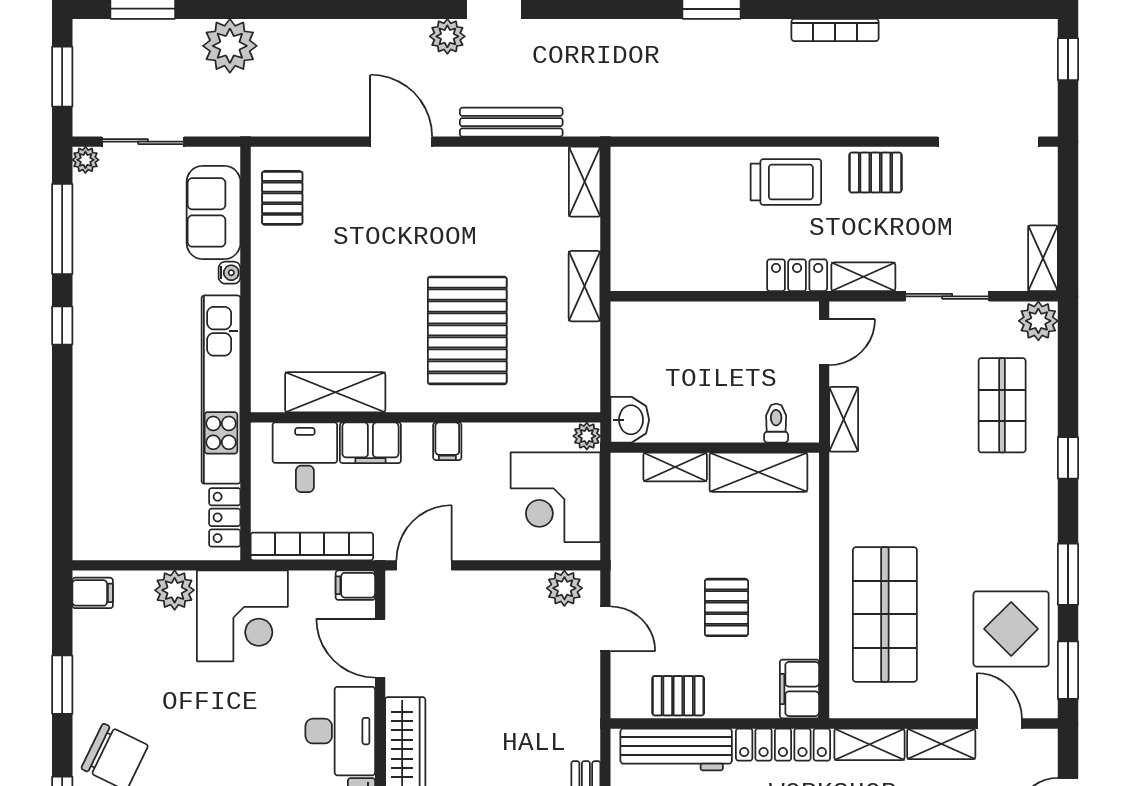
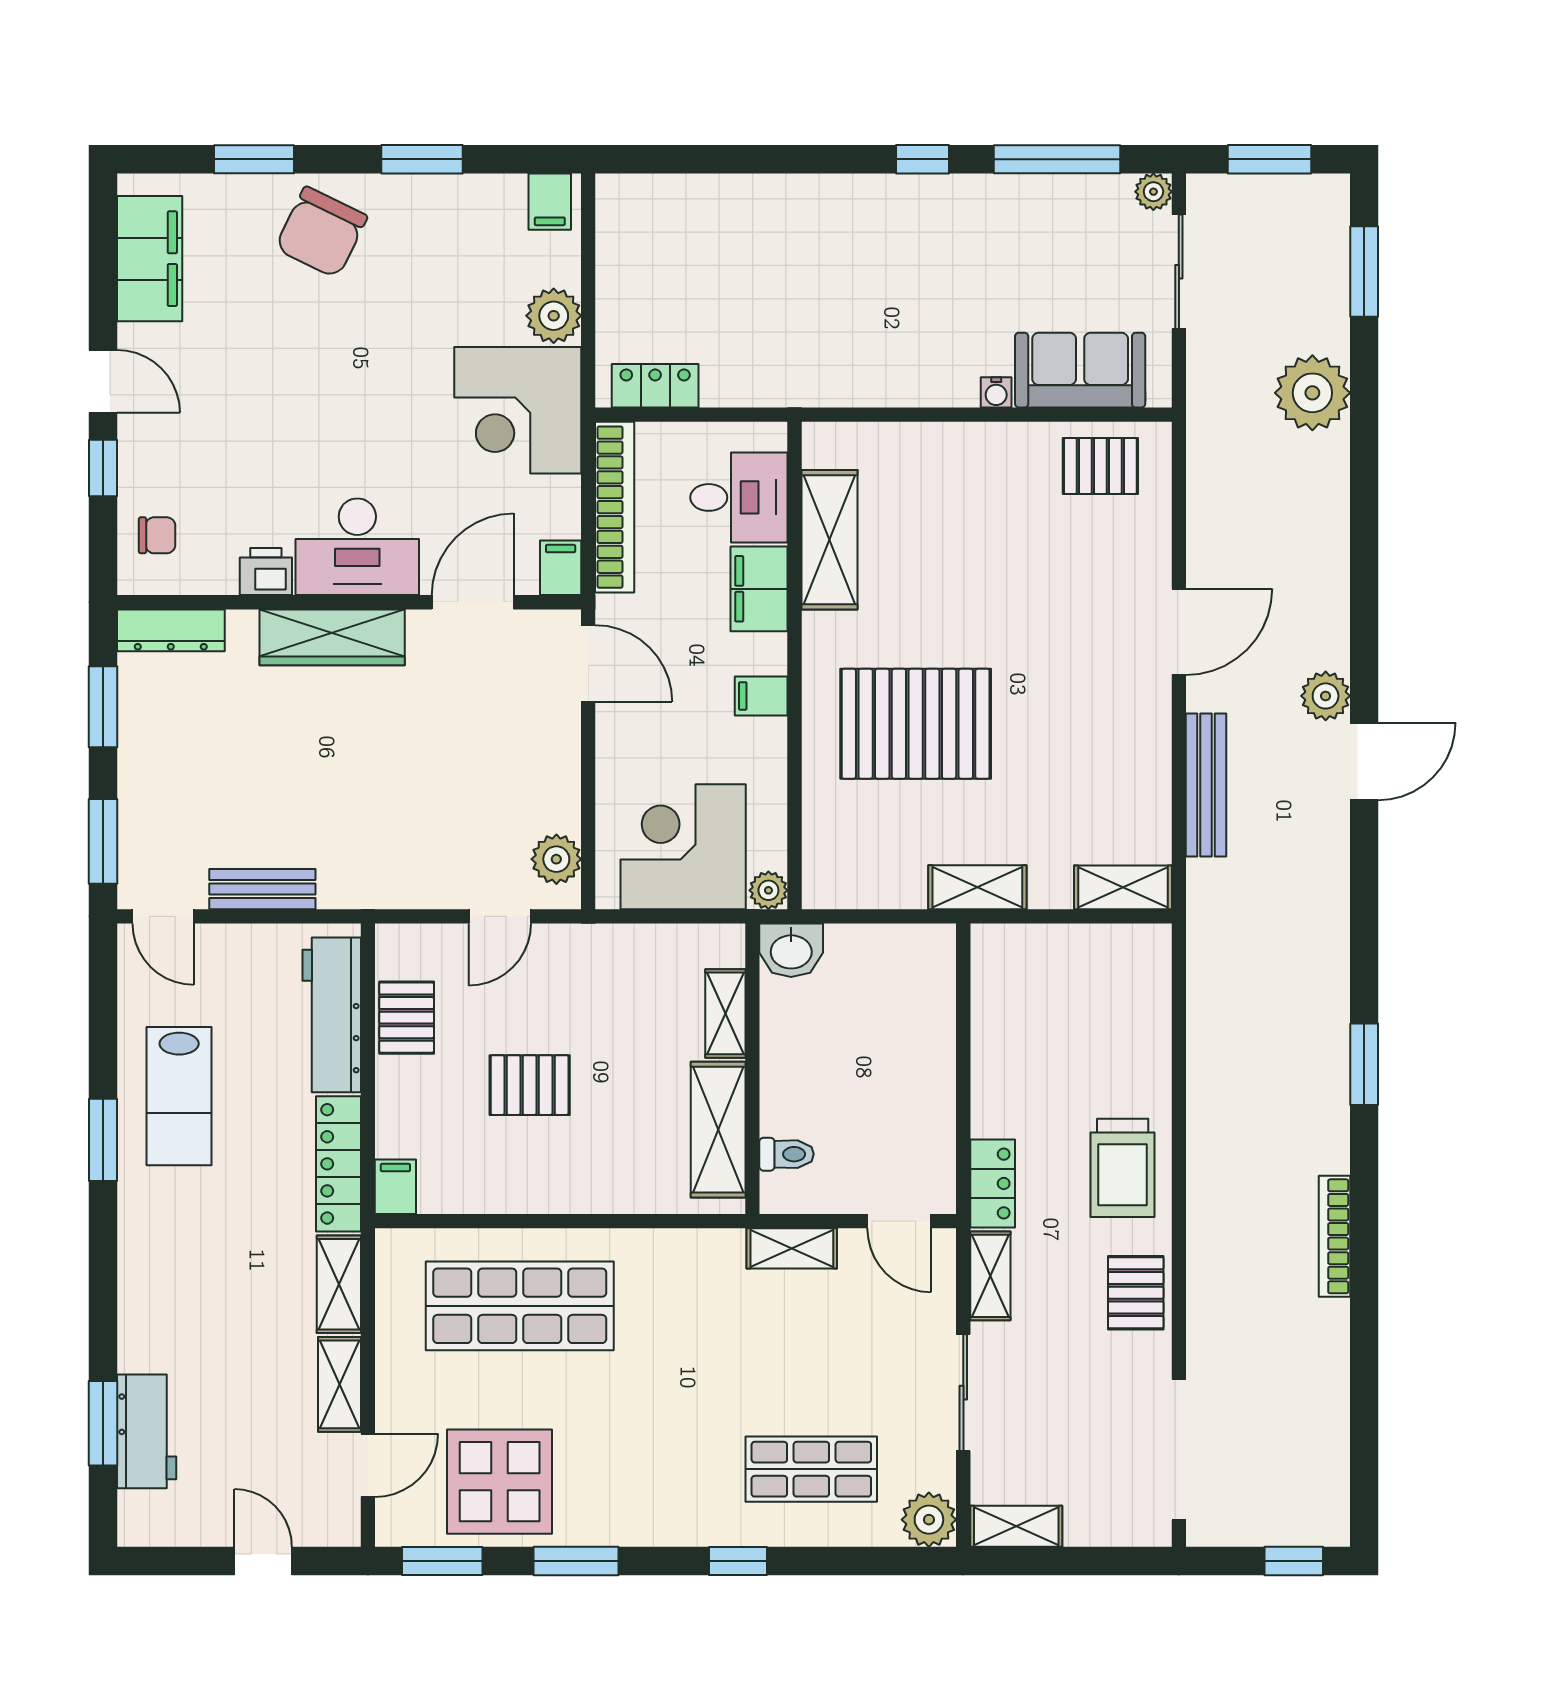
kitchen unit: (221, 390) -> (833, 381), removed
filing cabinet: (799, 689) -> (395, 1187), width x0.50

